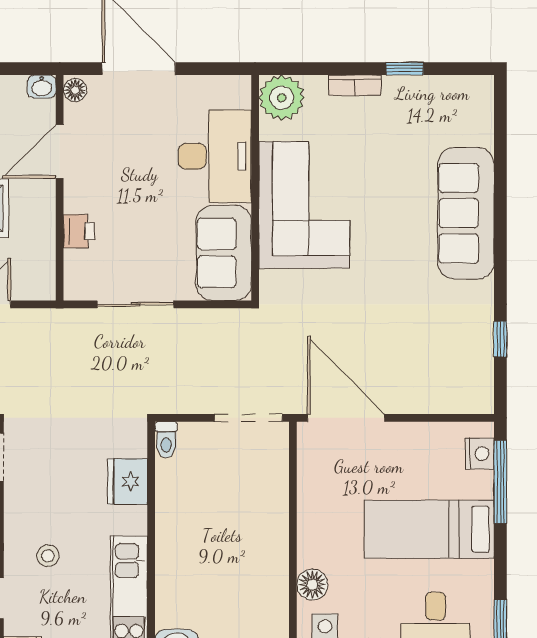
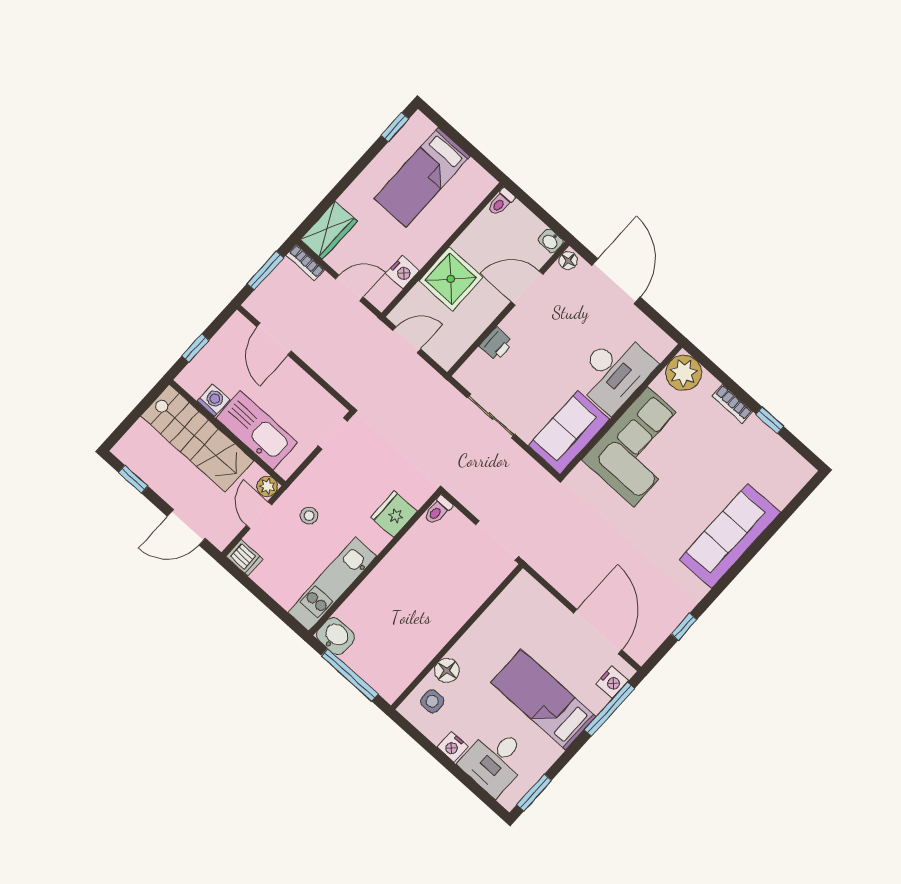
door: (346, 418) -> (598, 632), moved

